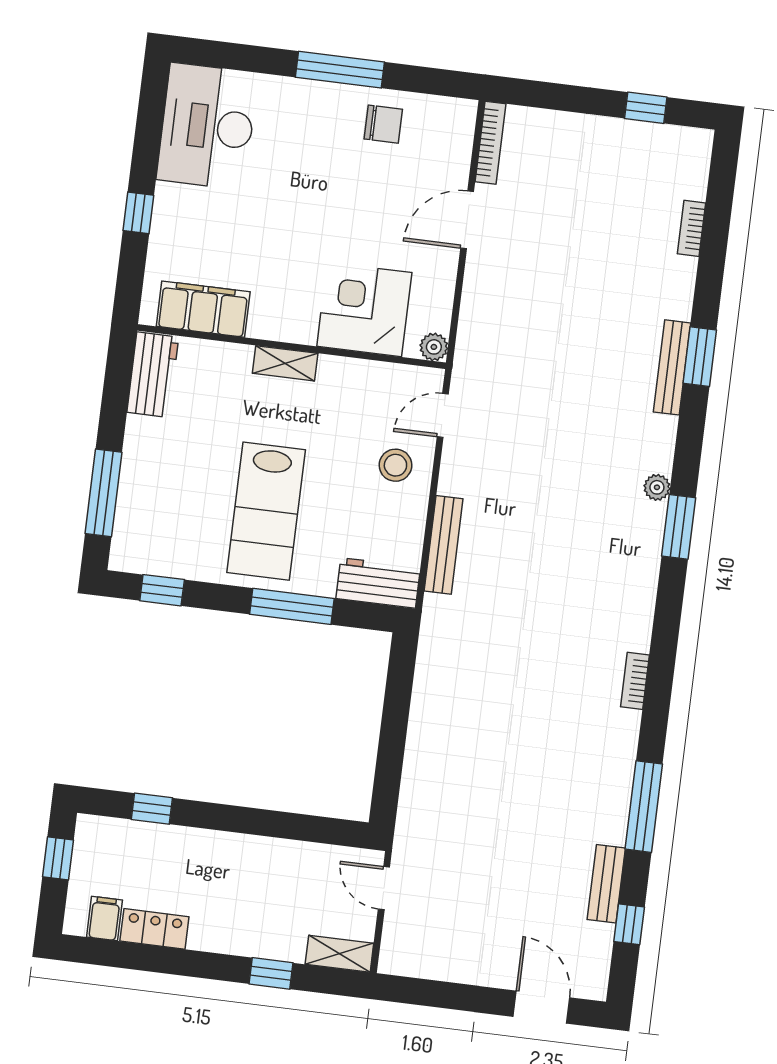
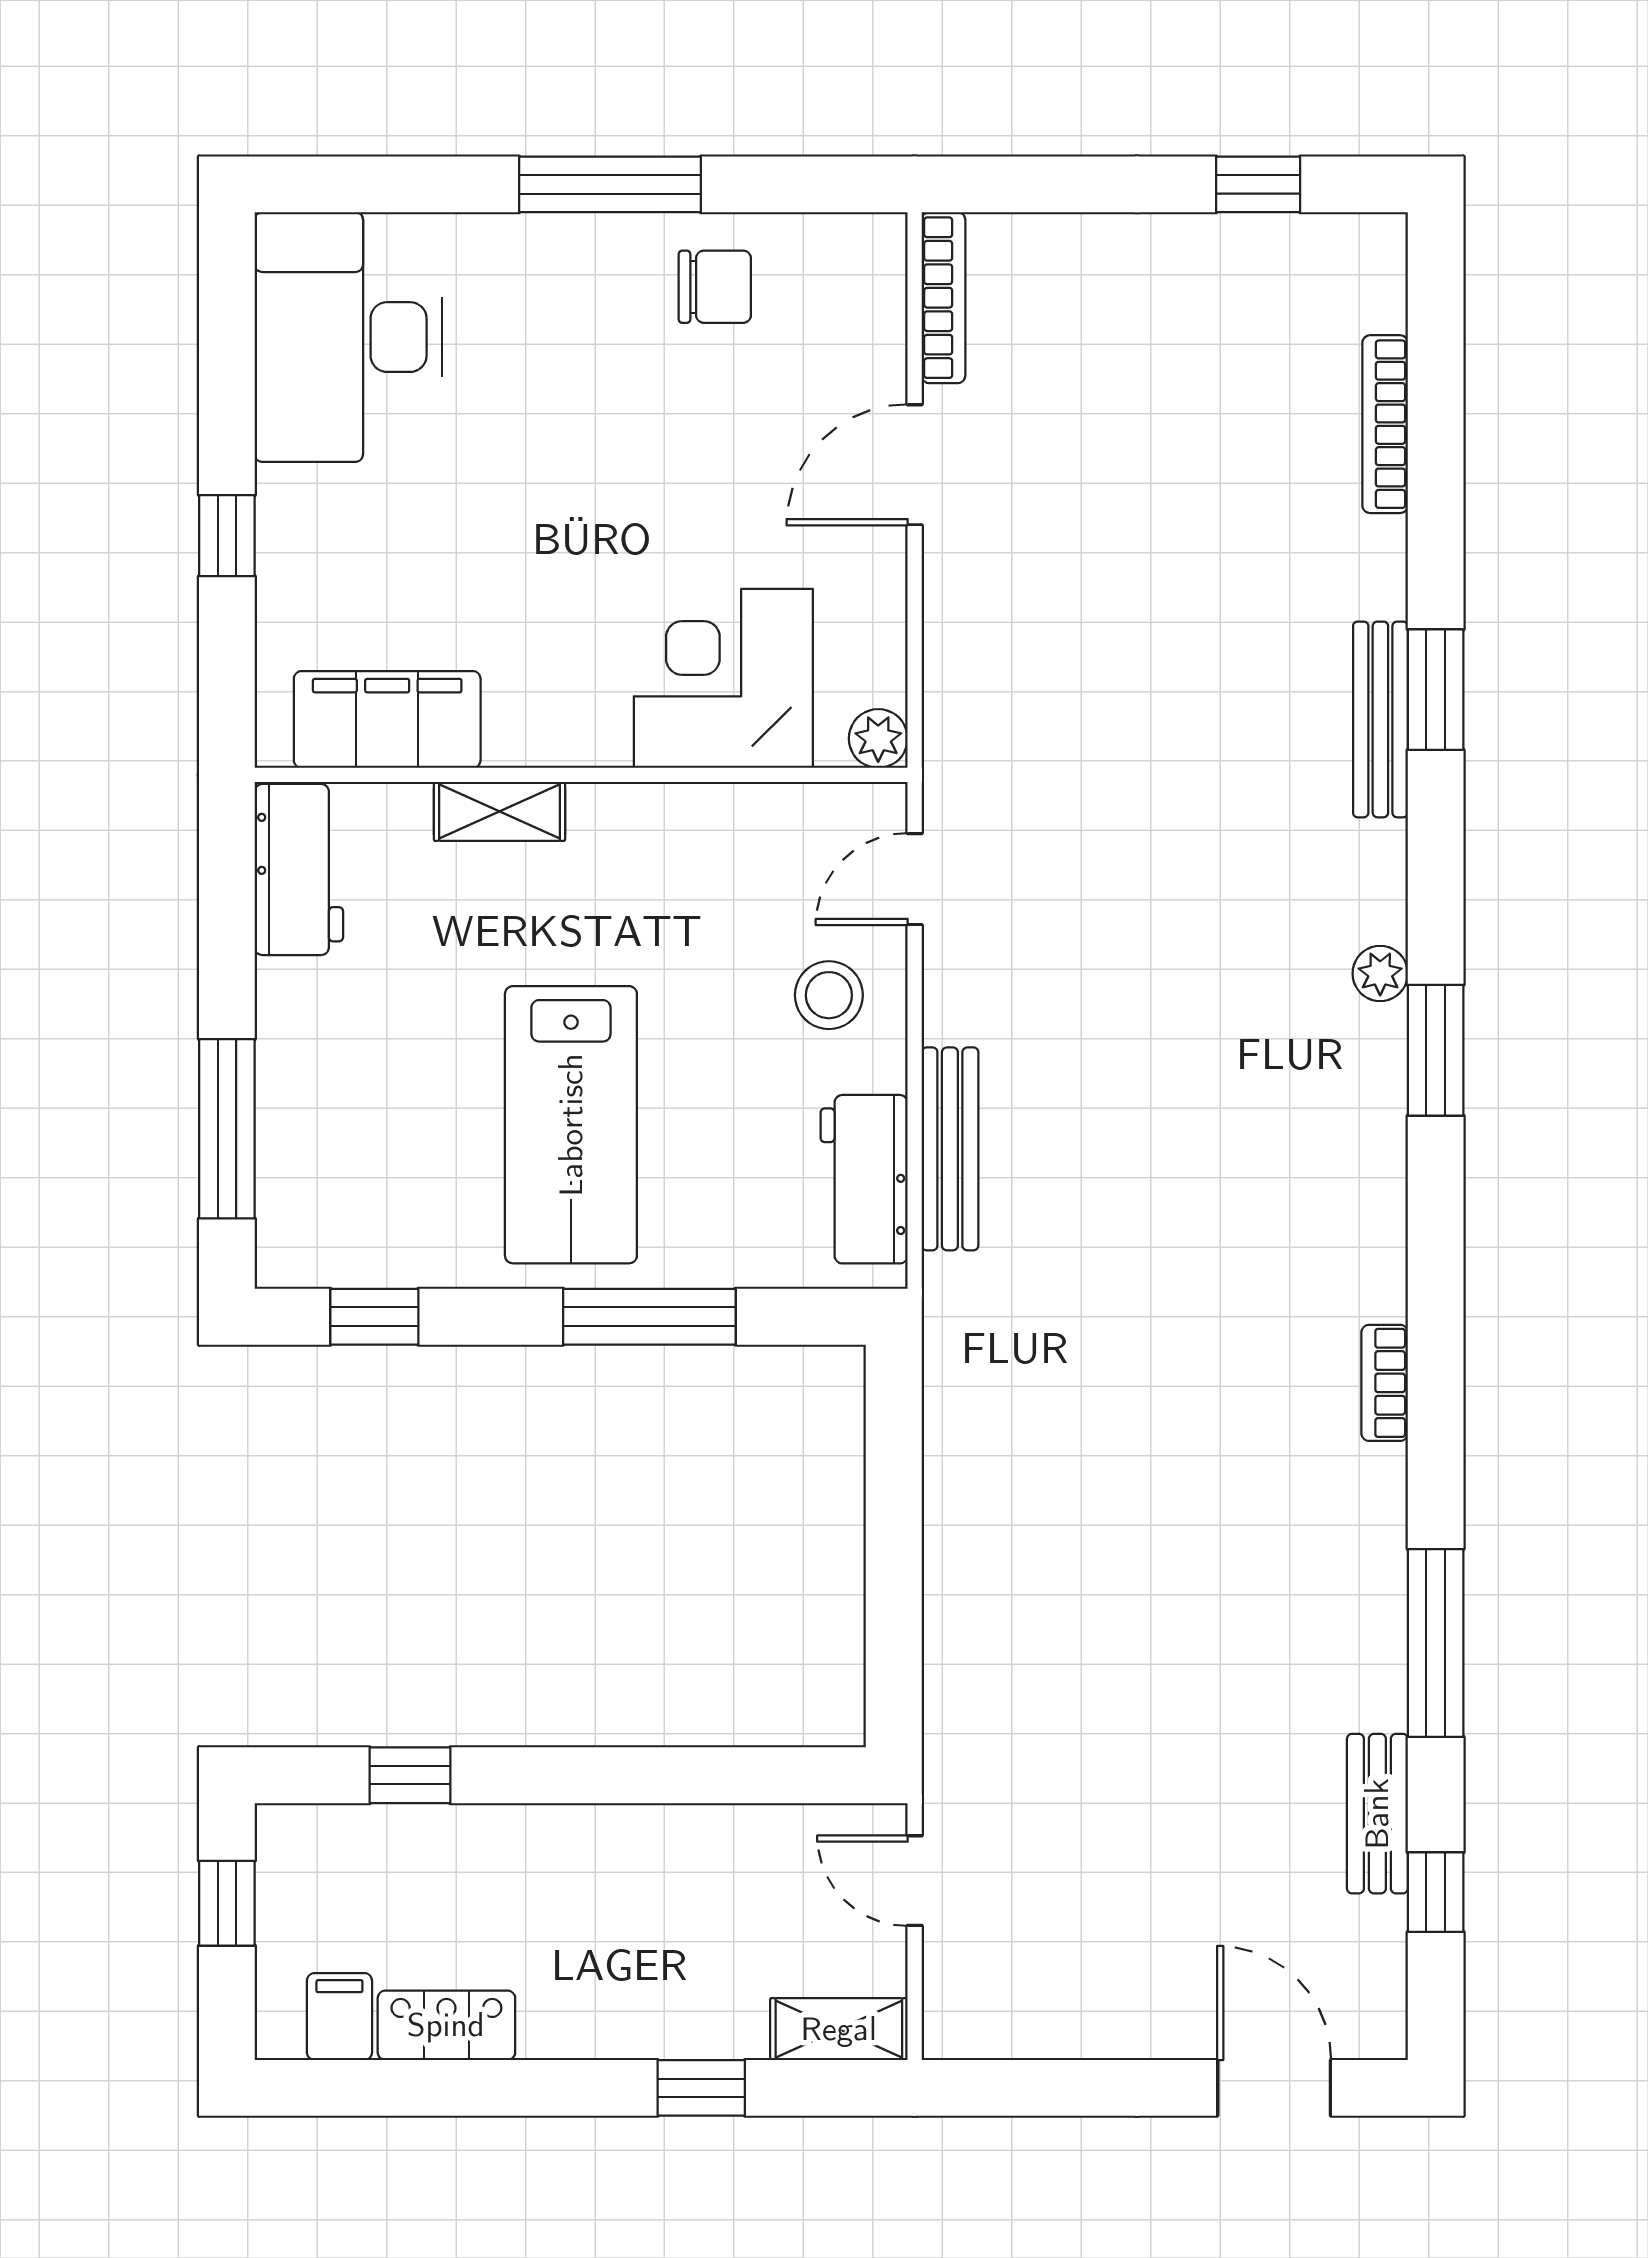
bookcase: (692, 228) -> (1385, 424), width x1.56
shelving: (285, 363) -> (499, 811), moved
workbench: (378, 583) -> (864, 1179), moved, turned -90

